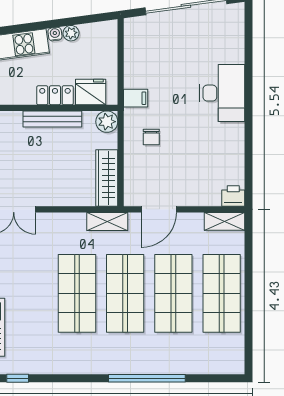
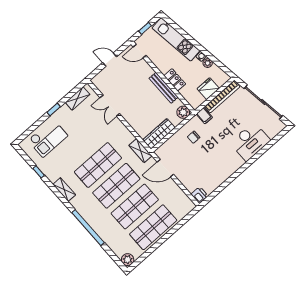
bookcase: (131, 53) -> (222, 97), added
fridge: (91, 92) -> (208, 89), moved, turned -90
desk: (222, 93) -> (250, 142), moved
shelving: (224, 221) -> (64, 190), moved
plant: (234, 364) -> (128, 260), added

